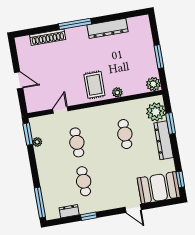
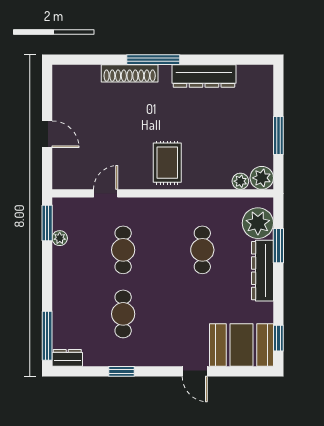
shoe rack: (48, 37) -> (130, 73), moved
plant: (117, 92) -> (240, 181), moved
dresser: (69, 211) -> (67, 358), moved

